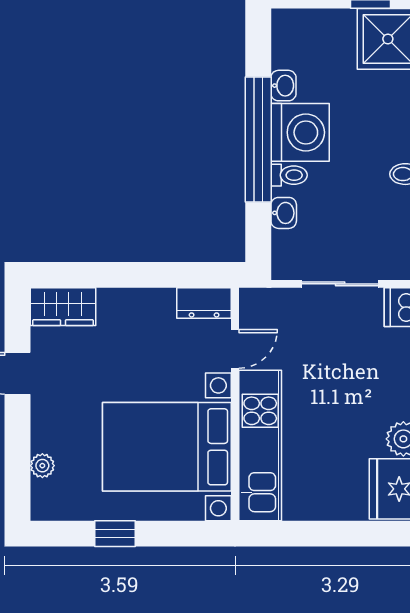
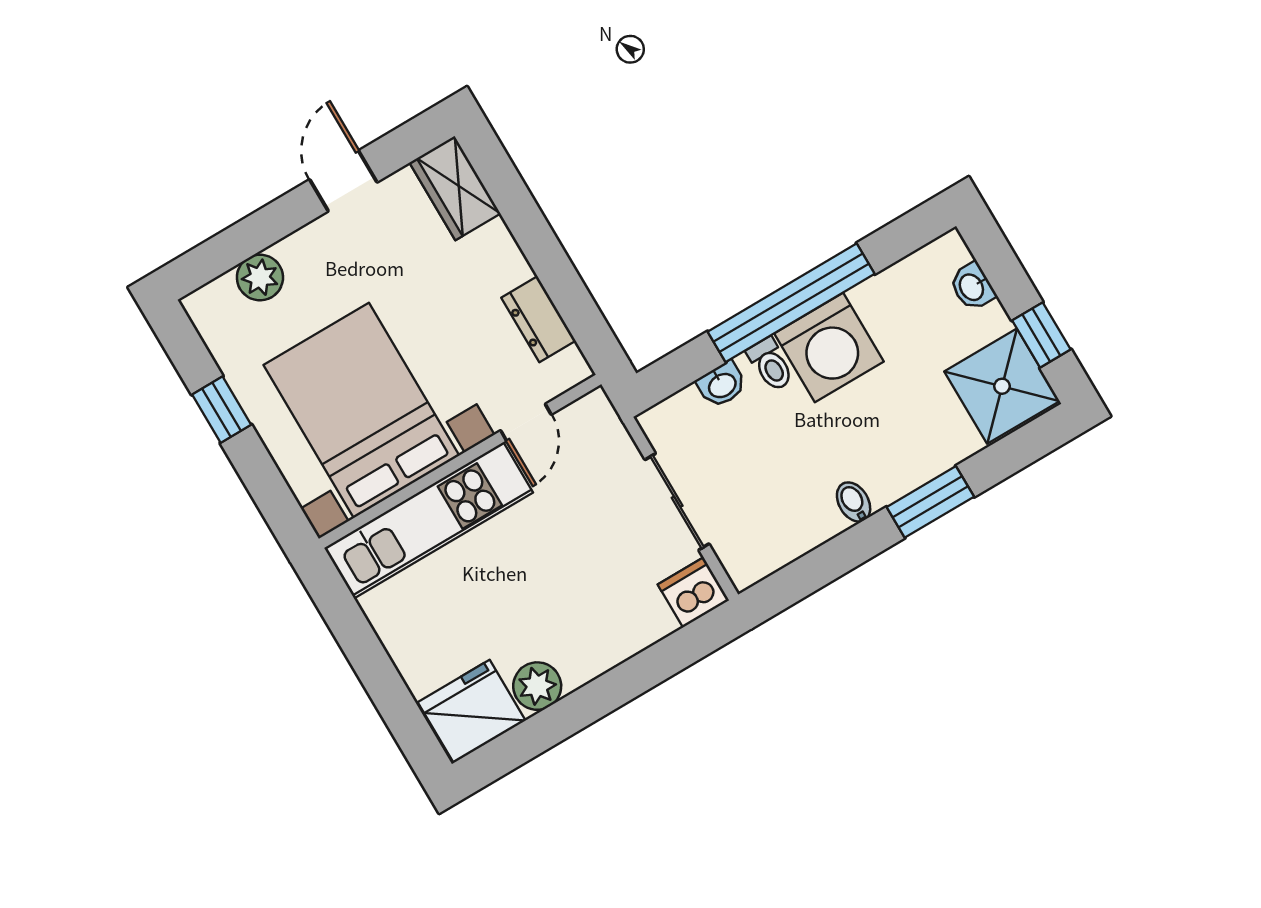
washbasin: (283, 86) -> (972, 287), moved, turned 90
dresser: (204, 303) -> (538, 319), moved
door: (235, 349) -> (526, 422), hinge flipped
plant: (42, 466) -> (260, 278), width x1.38, depth x1.38

